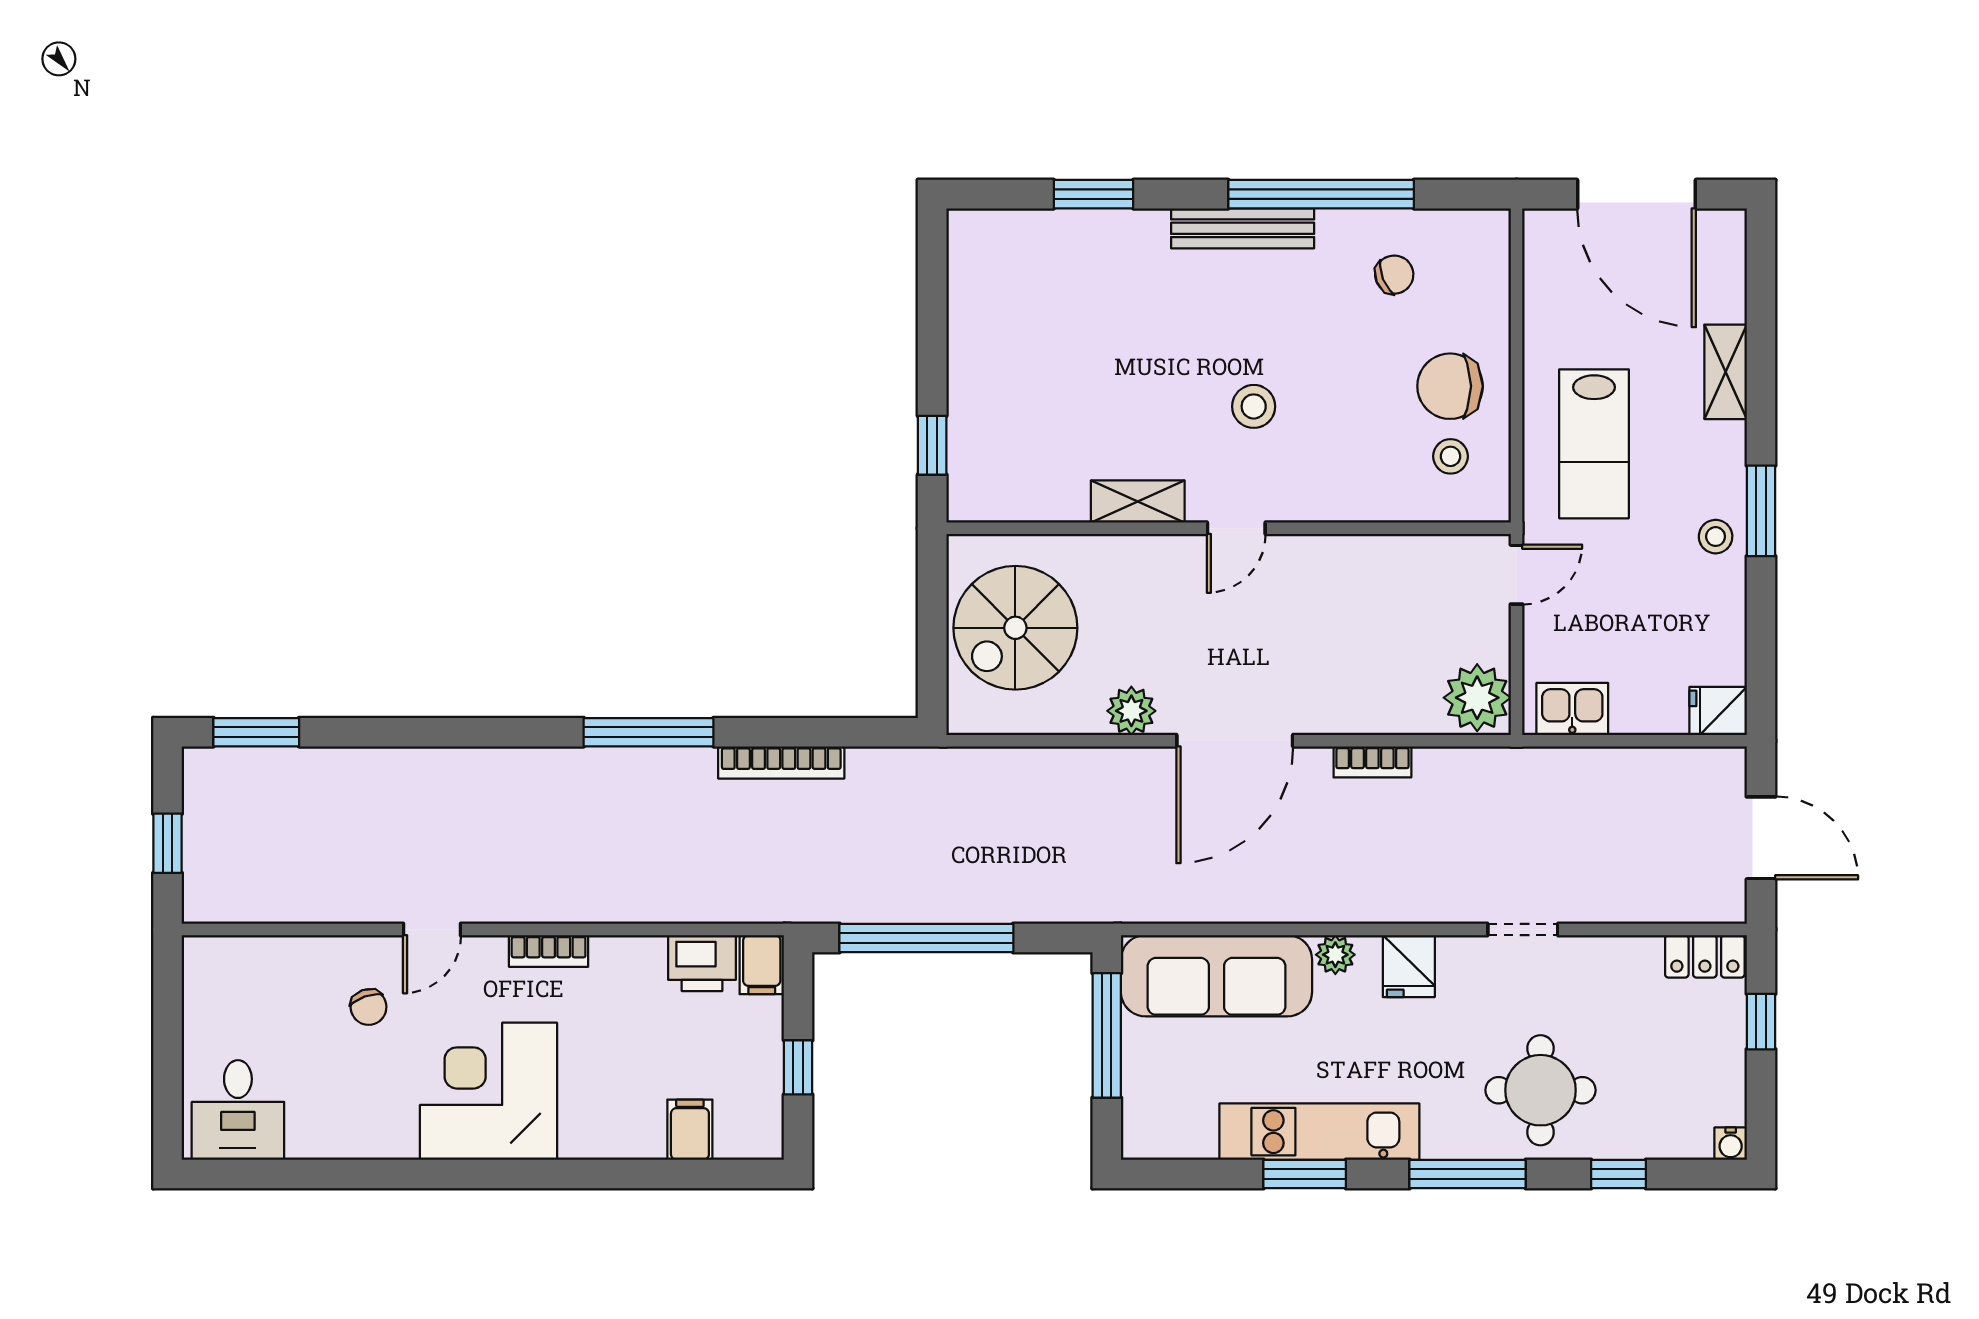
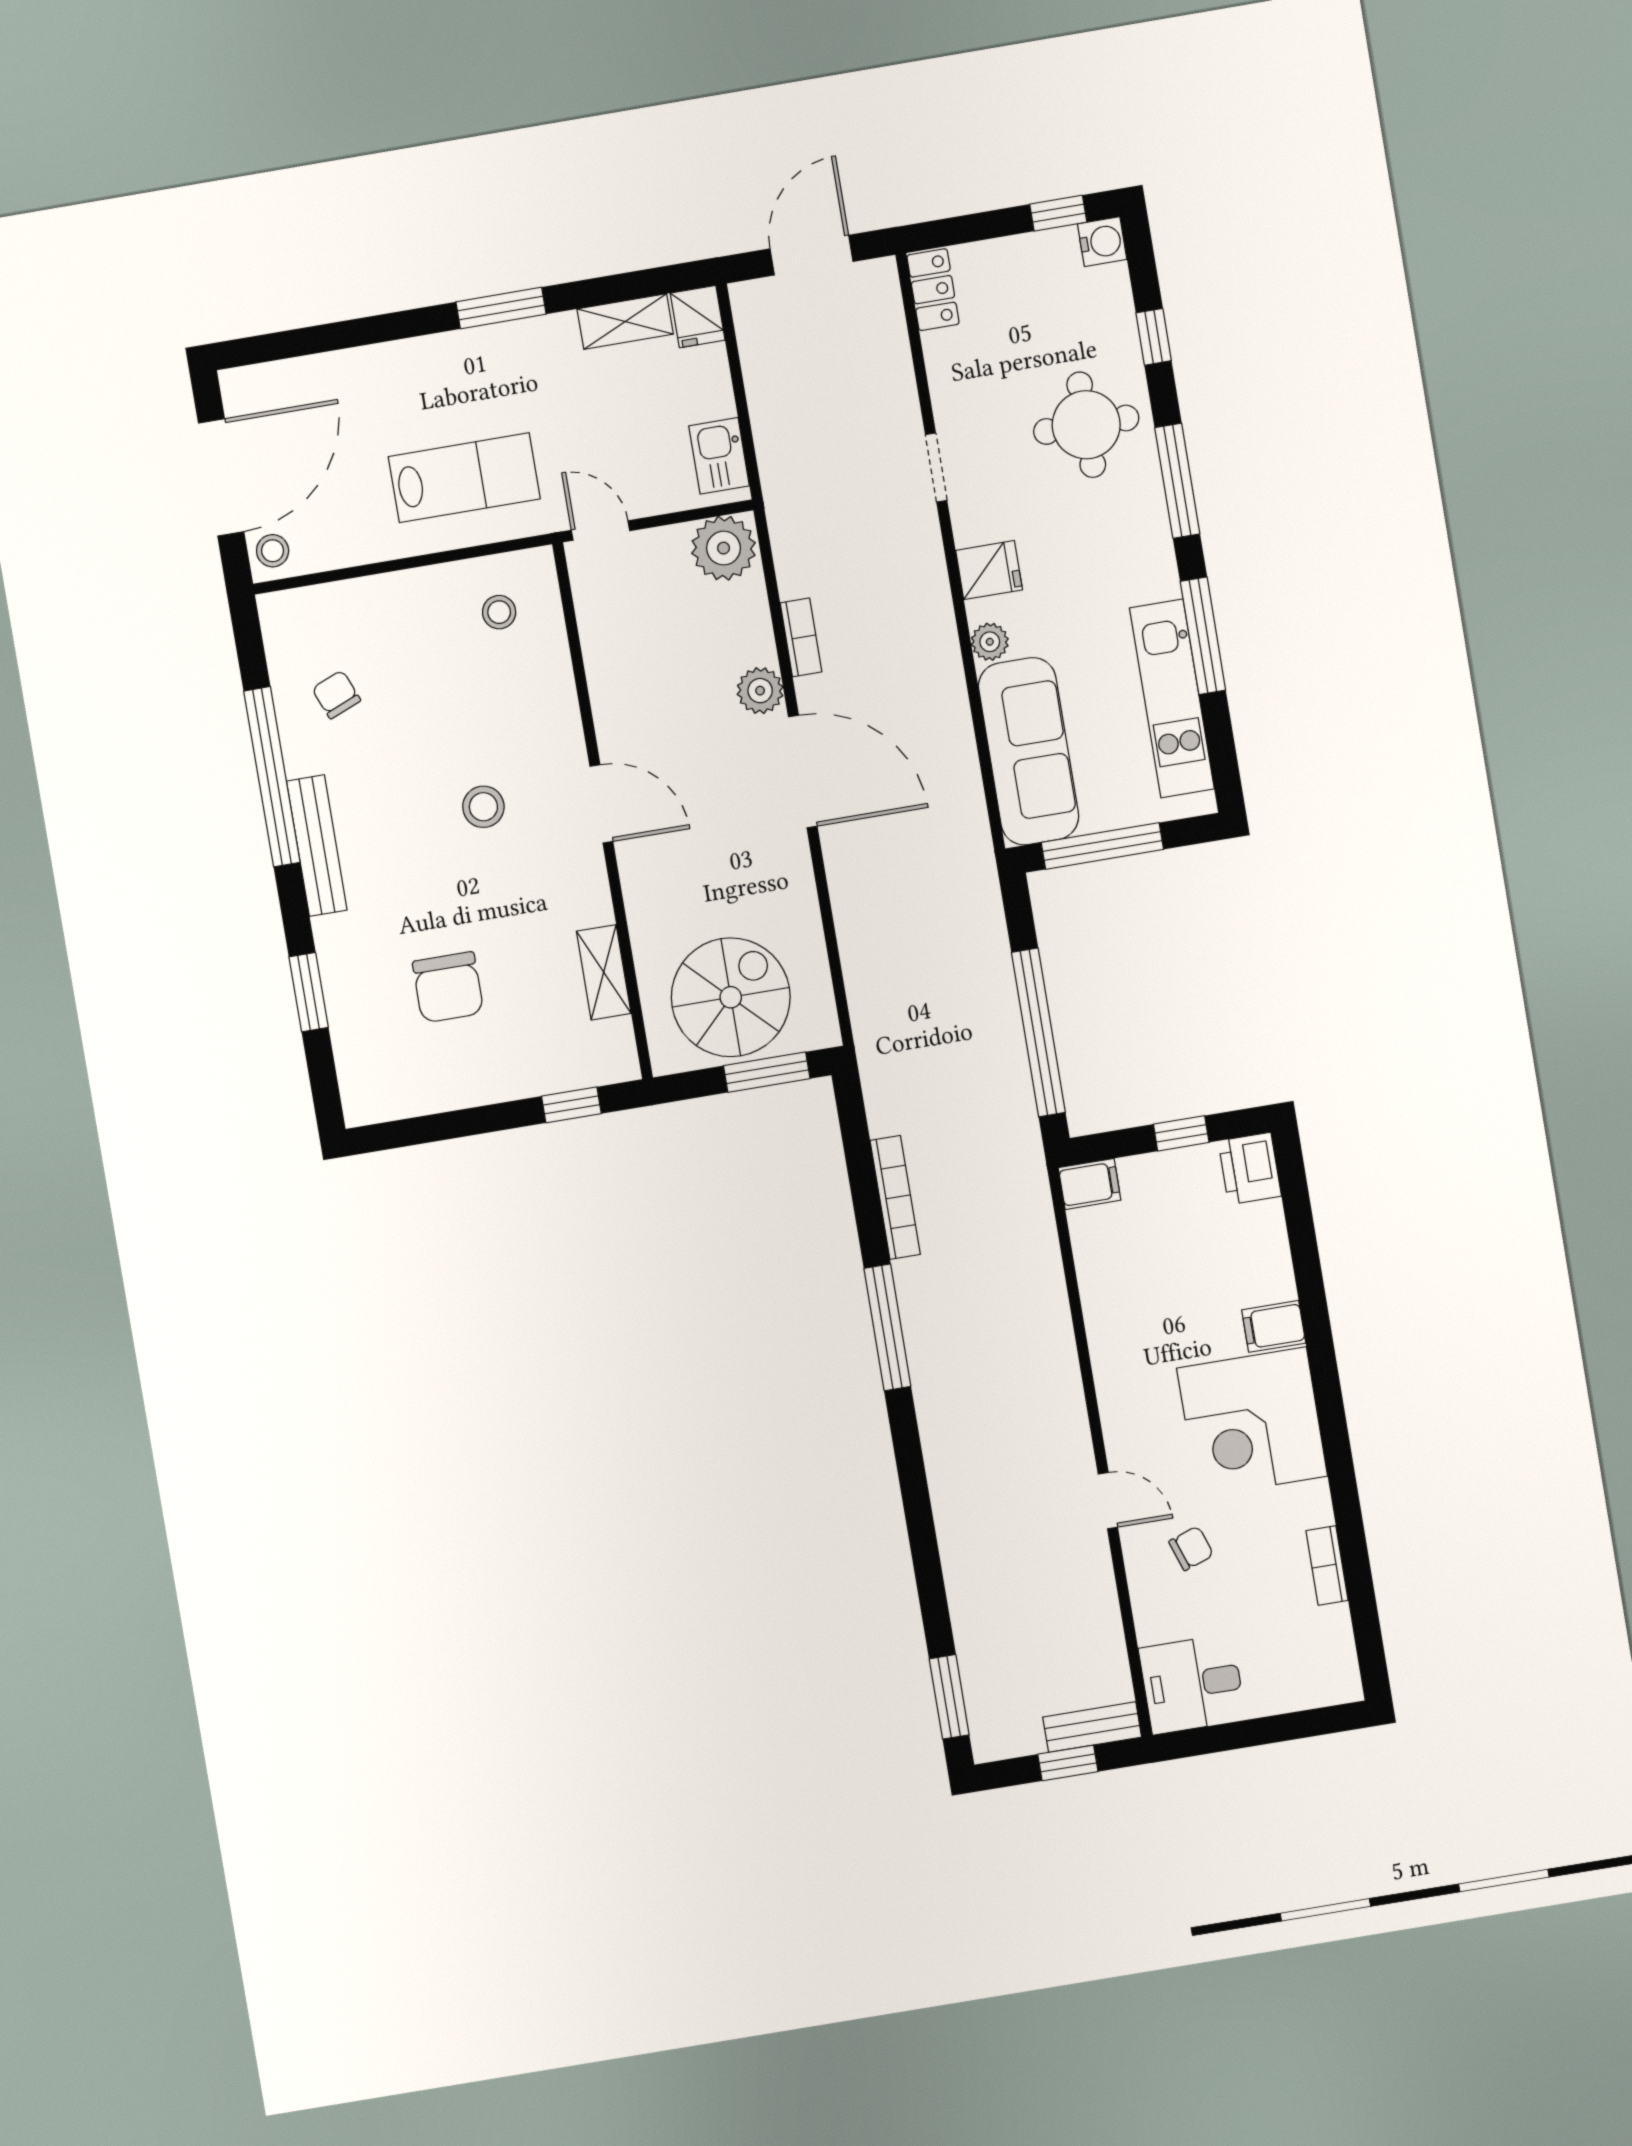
shelving: (1726, 372) -> (625, 322), moved
chair: (1450, 386) -> (448, 987), moved
shelving: (1138, 501) -> (604, 972), moved
door: (1236, 528) -> (601, 804), width x1.38
stool: (1716, 537) -> (273, 551), moved
spiral stairs: (1015, 628) -> (731, 997), turned -90
window: (932, 652) -> (767, 1072), added
plant: (1131, 711) -> (760, 691), moved
bench: (200, 874) -> (1092, 1727), added
bookcase: (549, 951) -> (1327, 1566), moved, turned 180
printer: (702, 963) -> (1250, 1169), moved, turned 180
window: (1761, 1022) -> (1058, 213), moved
desk: (238, 1110) -> (1192, 1684), moved, turned 180
filing cabinet: (690, 1130) -> (1274, 1326), moved
kitchen unit: (1319, 1132) -> (1172, 699), moved
water cooler: (1731, 1144) -> (1102, 242), width x1.38, depth x1.38
window: (1305, 1174) -> (1203, 636), width x1.44

